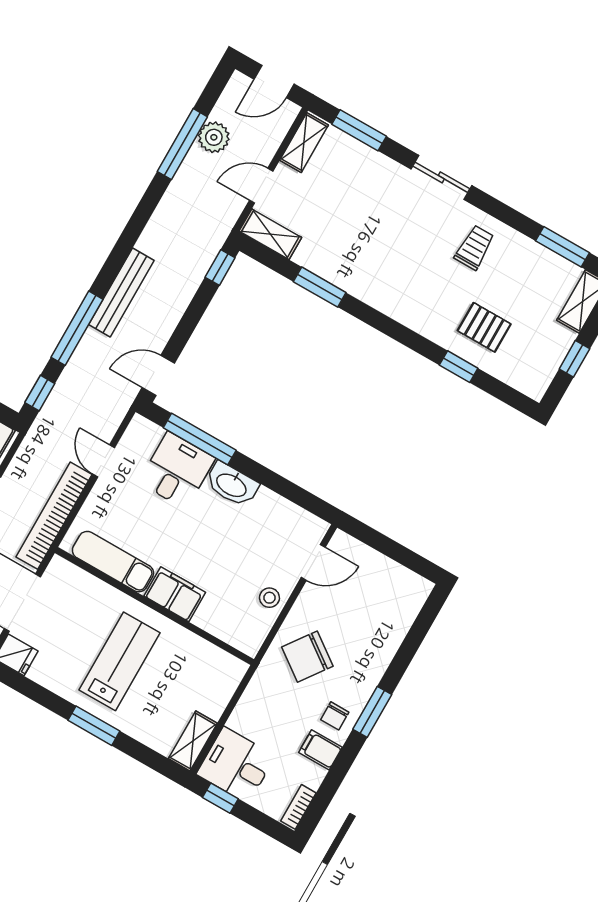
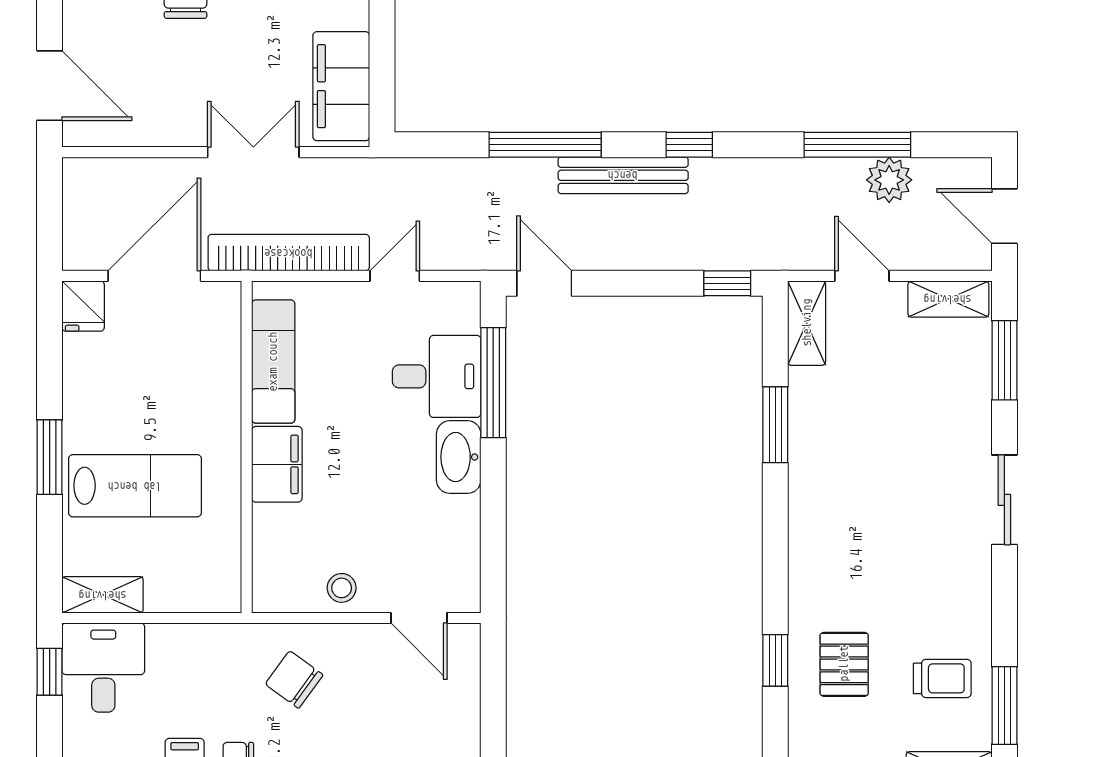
trolley: (474, 247) -> (942, 678), moved
window: (40, 393) -> (689, 145), moved
chair: (307, 657) -> (294, 679), width x0.73, depth x0.73
lab bench: (120, 661) -> (135, 486), moved

